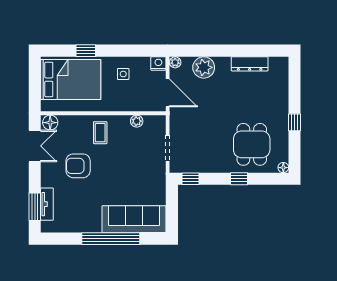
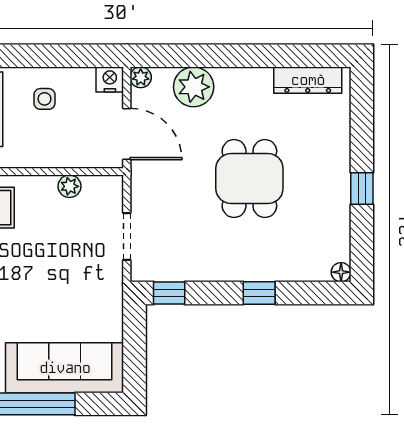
dresser: (250, 64) -> (308, 80), moved
dining table: (252, 144) -> (249, 178), moved

